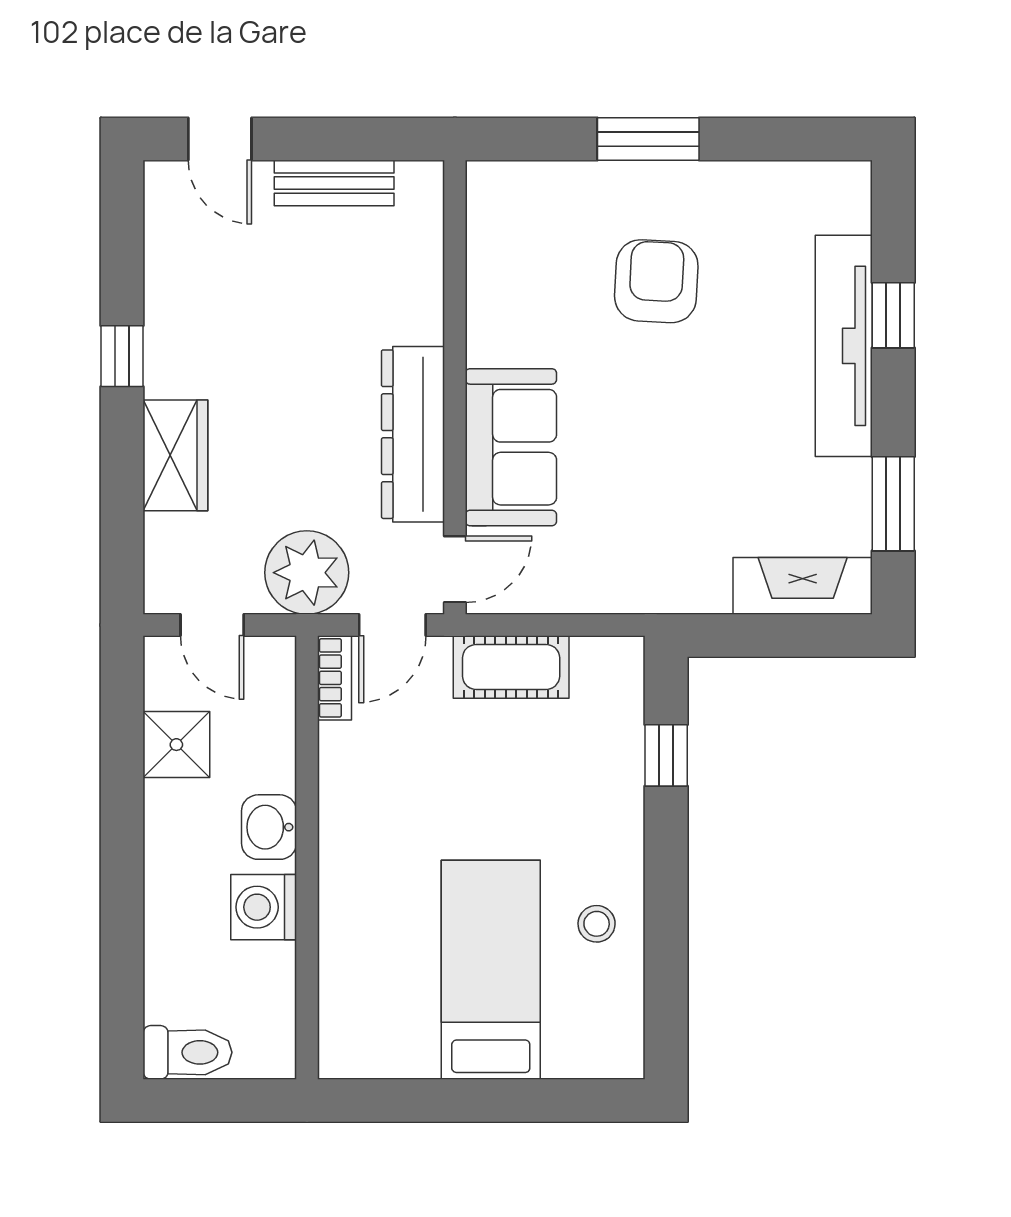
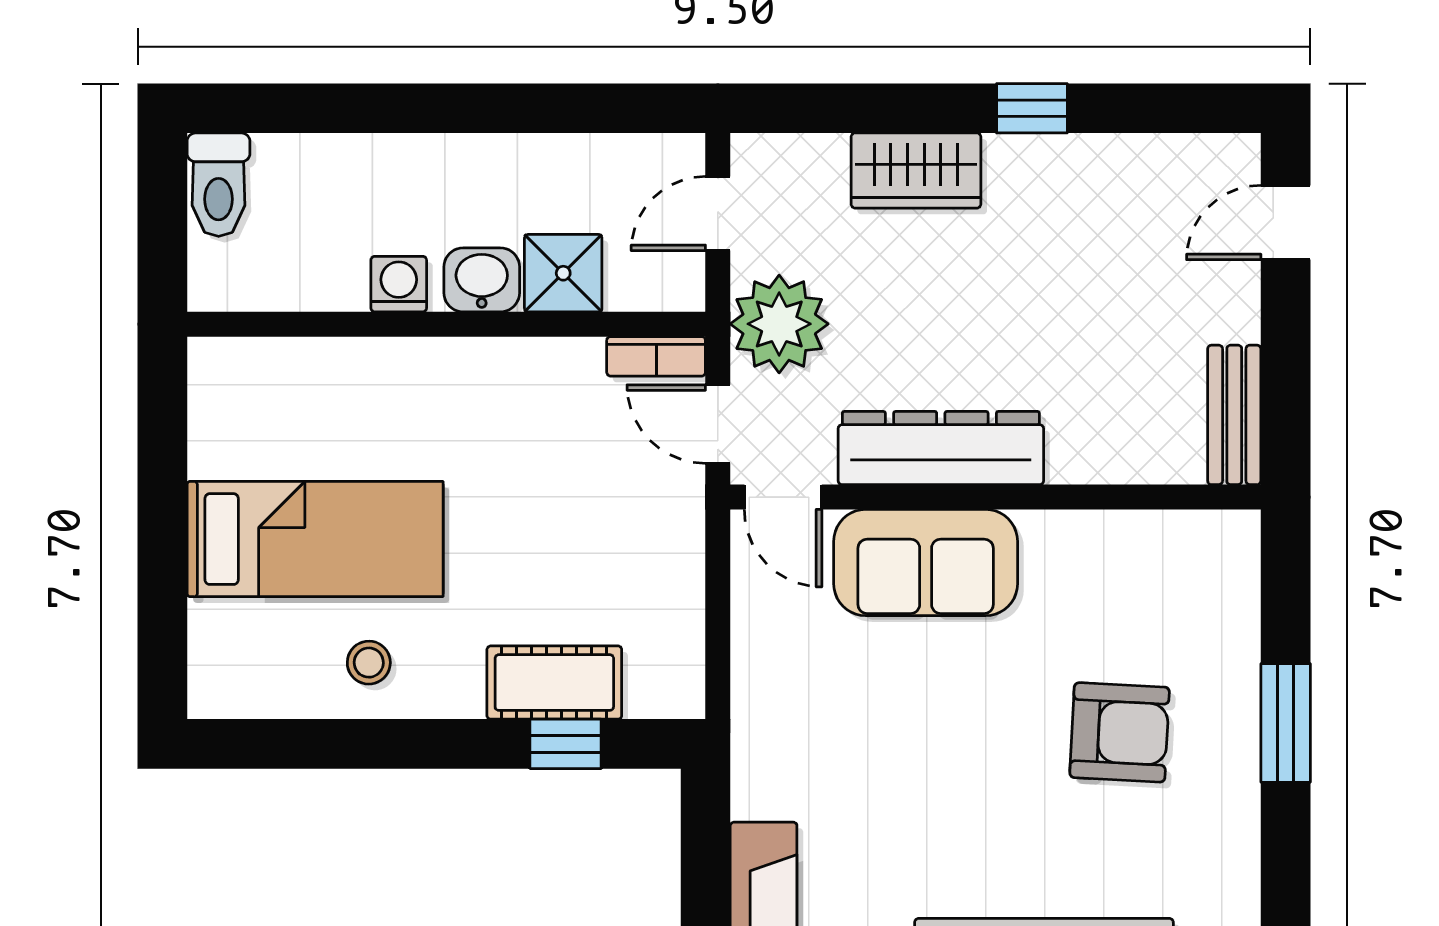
bench: (334, 183) -> (1234, 415), moved
cot: (511, 667) -> (554, 683), moved, turned 90
shower: (176, 745) -> (563, 273), moved
washing machine: (264, 907) -> (399, 284), width x0.73, depth x0.73

